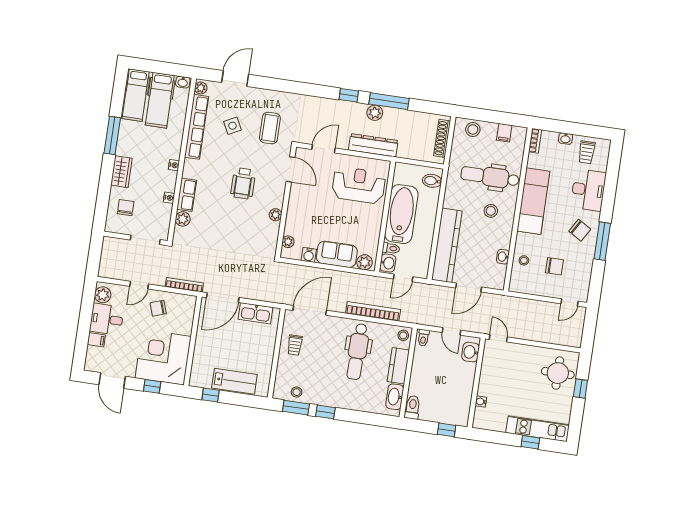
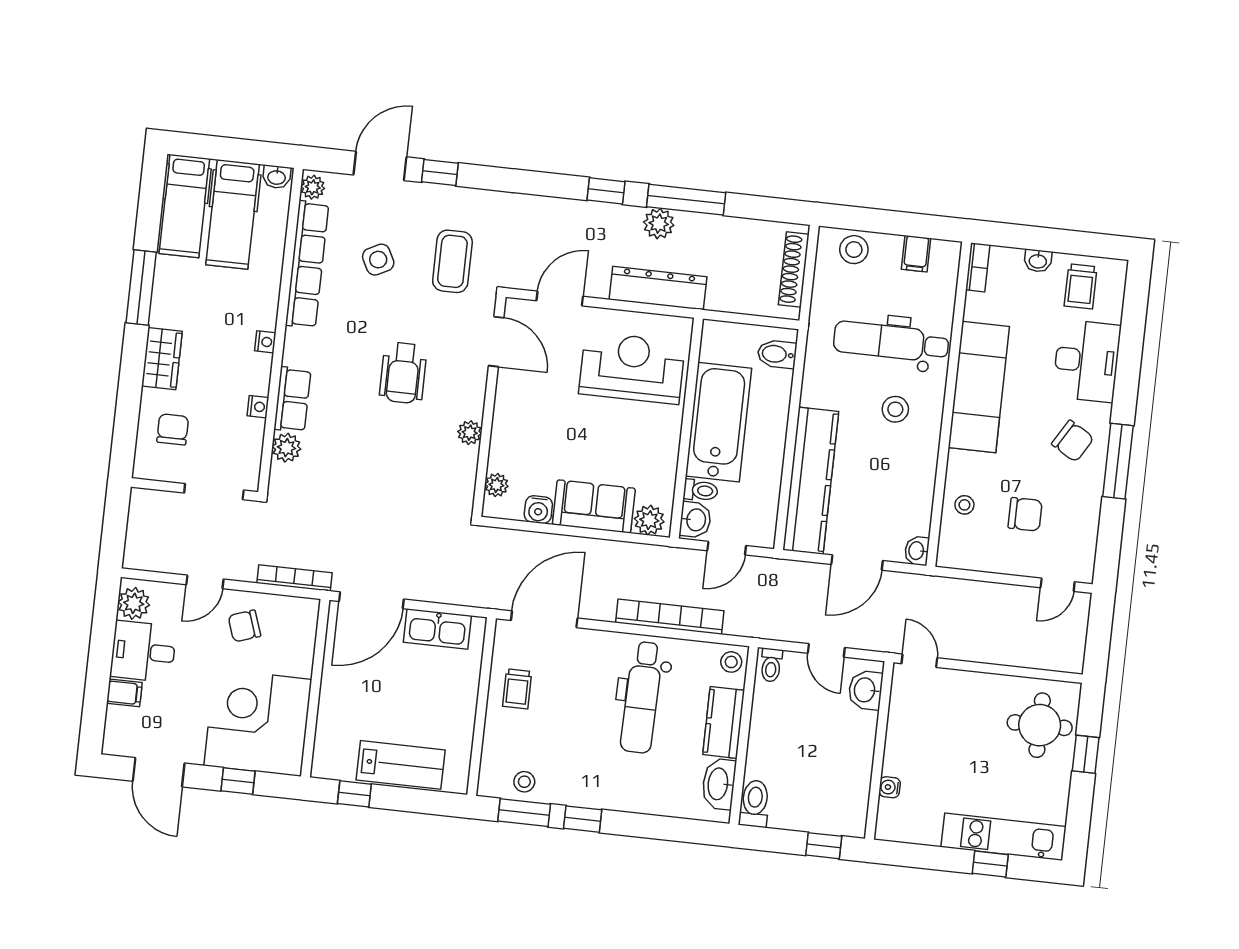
window: (265, 83) -> (440, 173), added
washbasin: (503, 257) -> (917, 551), moved

